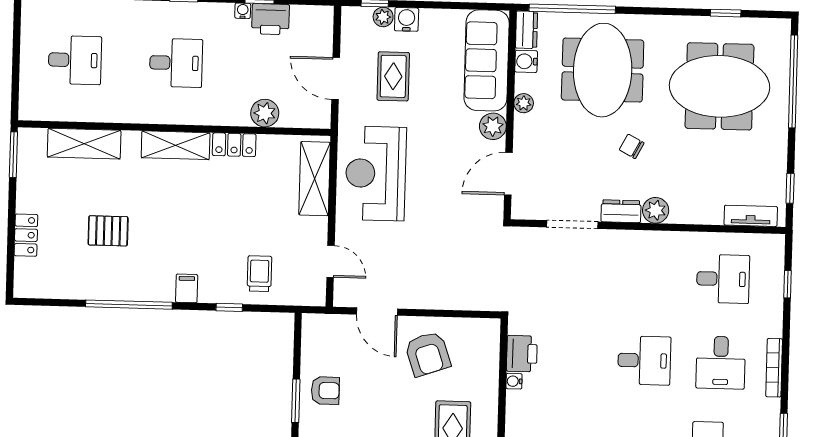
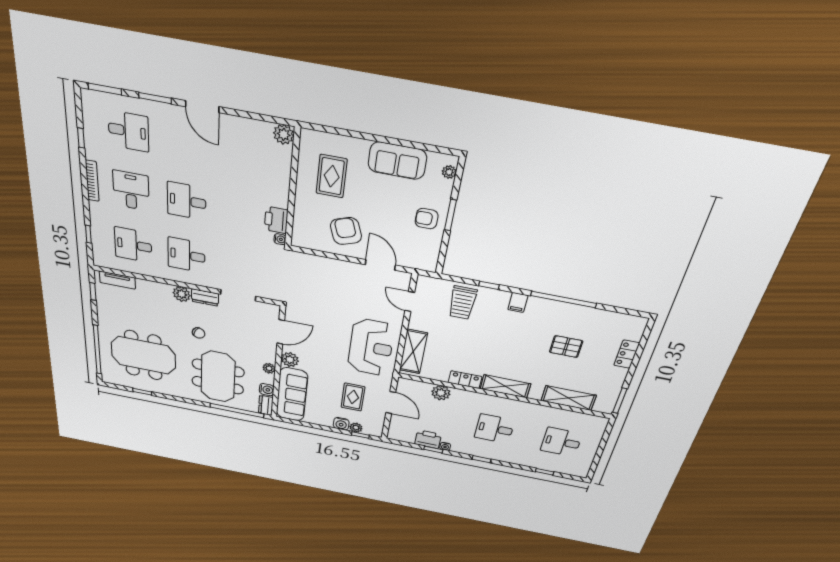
trolley: (259, 274) -> (462, 303), width x1.36, depth x1.39
desk: (647, 277) -> (186, 255), added
water cooler: (514, 381) -> (280, 239), moved

